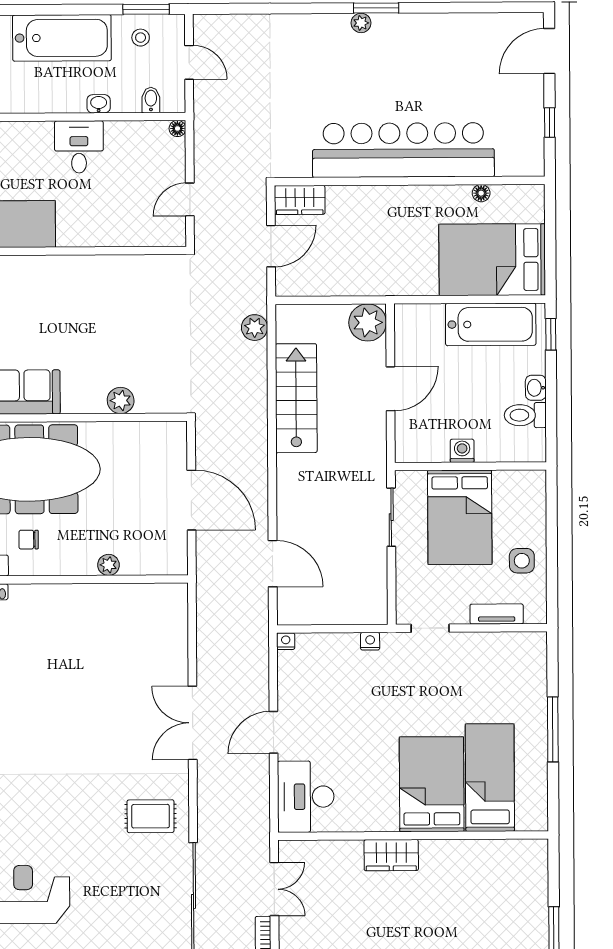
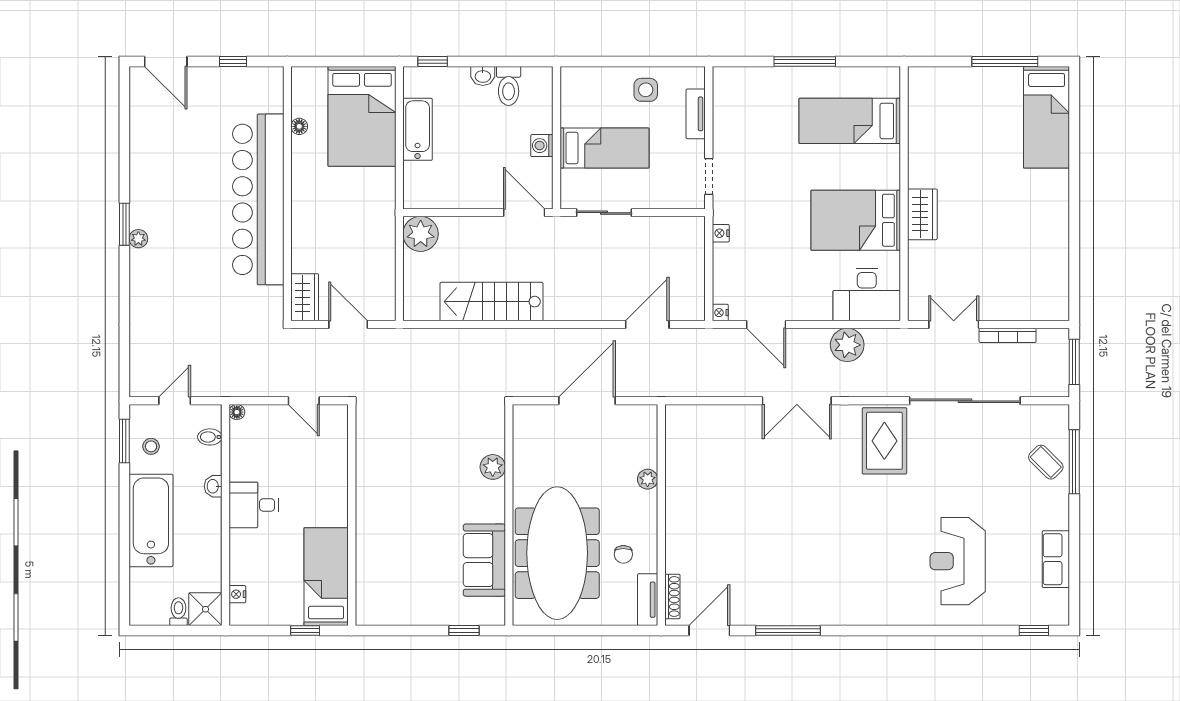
bathtub: (491, 324) -> (418, 129), width x0.73, depth x0.73
plant: (255, 328) -> (847, 345), moved, width x1.36, depth x1.36
door: (391, 389) -> (524, 213), moved
bed: (460, 517) -> (605, 148), width x0.67
door: (274, 732) -> (766, 325), moved
bed: (432, 784) -> (856, 220), moved
rug: (151, 816) -> (884, 441), width x1.36, depth x1.43

